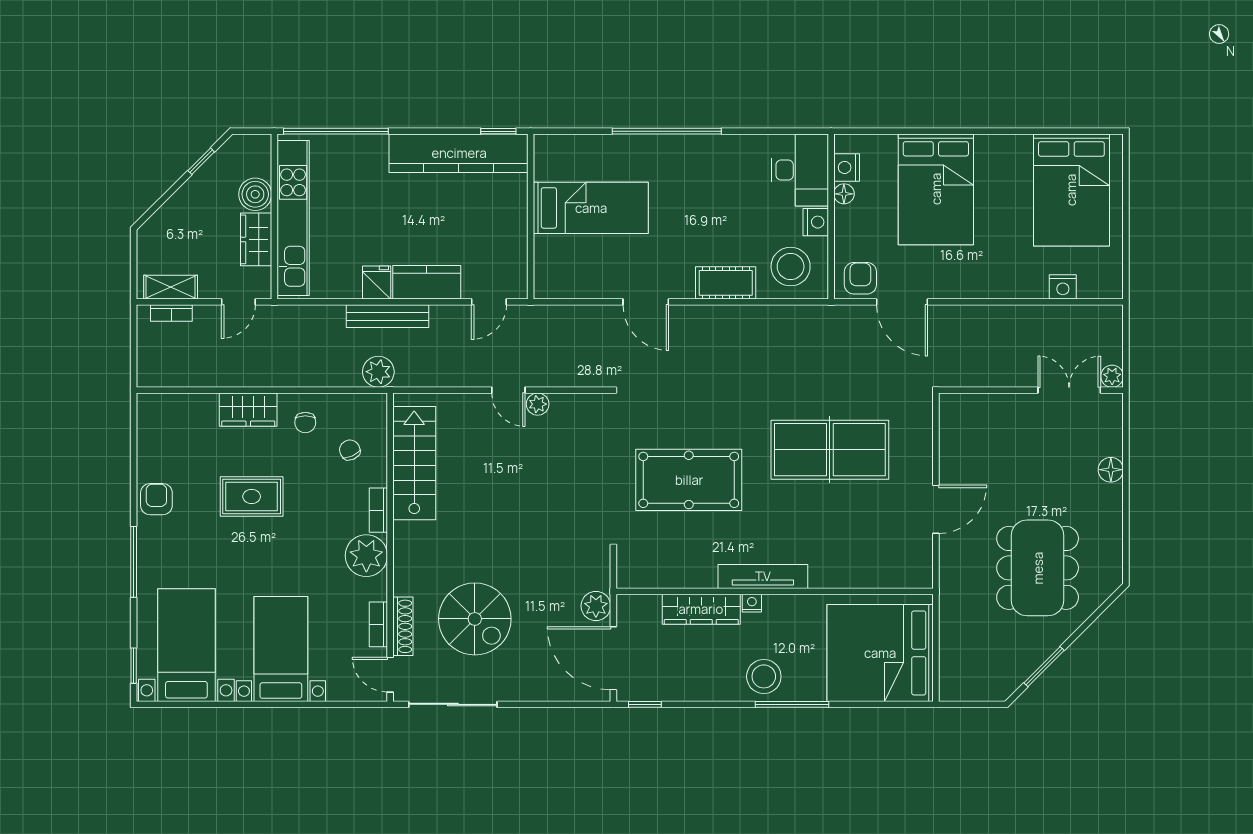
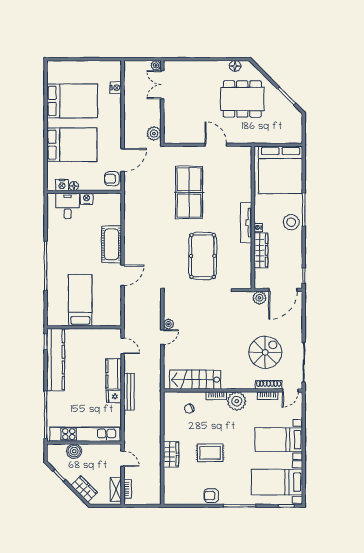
desk: (800, 170) -> (68, 206), width x0.73
bed: (1071, 190) -> (72, 101), moved
wardrobe: (256, 239) -> (84, 489), moved, turned -135
stool: (791, 267) -> (107, 210), removed
cot: (726, 283) -> (111, 244), width x1.37, depth x1.34
plant: (378, 372) -> (154, 134), moved
chair: (305, 422) -> (177, 429), removed
floor lamp: (1111, 470) -> (235, 66), moved
rug: (252, 496) -> (210, 453), turned 90

